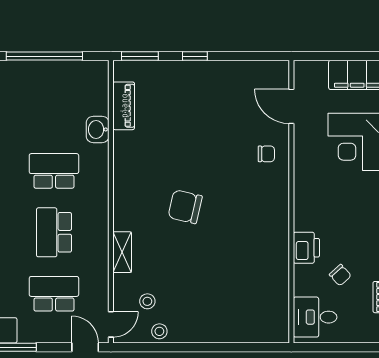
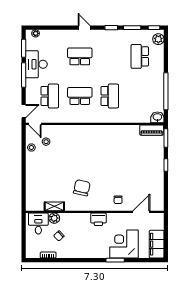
piano: (124, 106) -> (152, 130), moved
washbasin: (98, 129) -> (157, 117), moved
chair: (185, 207) -> (82, 188), moved
printer: (306, 248) -> (98, 219), moved
shelving: (122, 252) -> (54, 206), moved
plant: (304, 285) -> (54, 218), added

